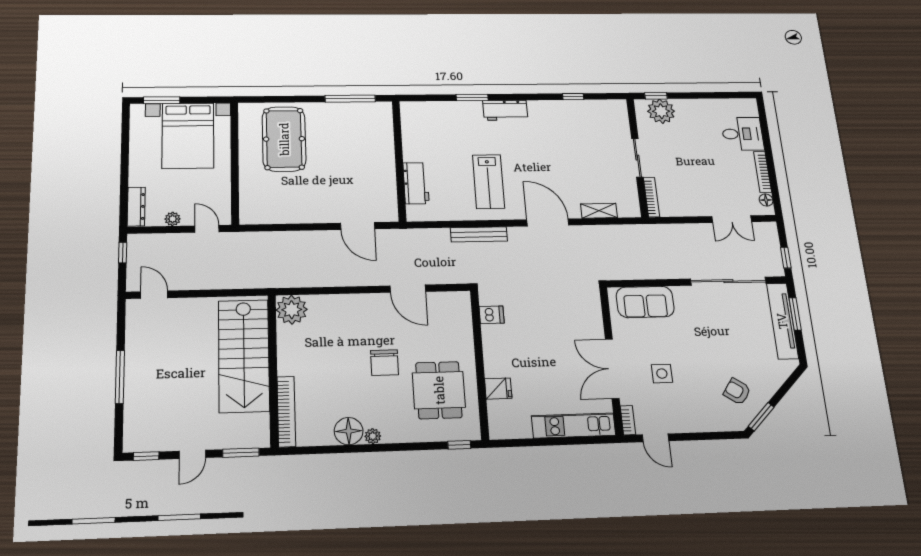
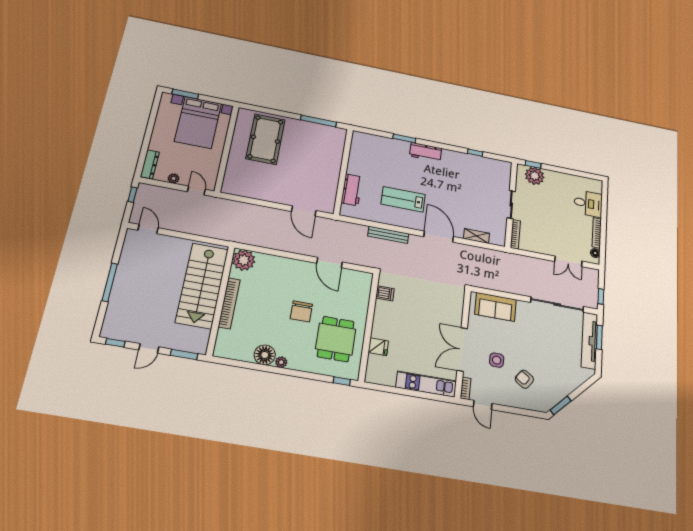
lab bench: (488, 182) -> (403, 199), turned 90
armchair: (737, 391) -> (524, 379), moved
bookcase: (286, 411) -> (229, 303), moved

